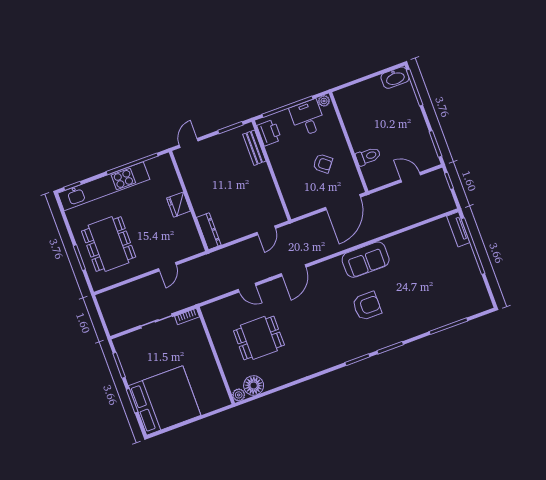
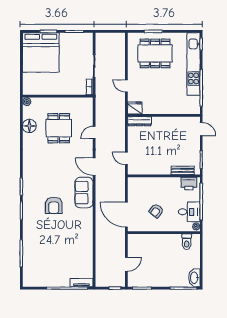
toilet: (368, 156) -> (187, 242), moved
fridge: (179, 205) -> (135, 108), moved
sofa: (366, 260) -> (84, 193), moved
floor lamp: (254, 386) -> (29, 126), moved

